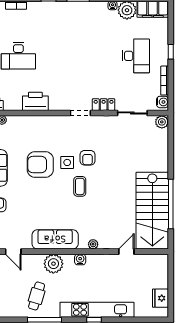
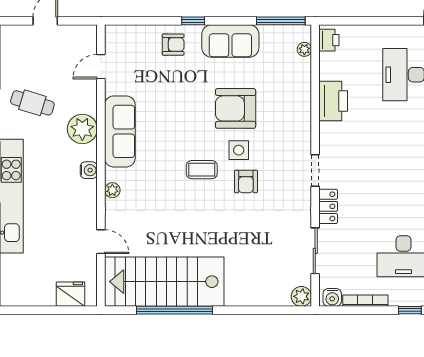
armchair: (87, 158) -> (246, 182), turned -90
armchair: (40, 165) -> (236, 108), turned -90
fridge: (160, 298) -> (71, 294), moved

